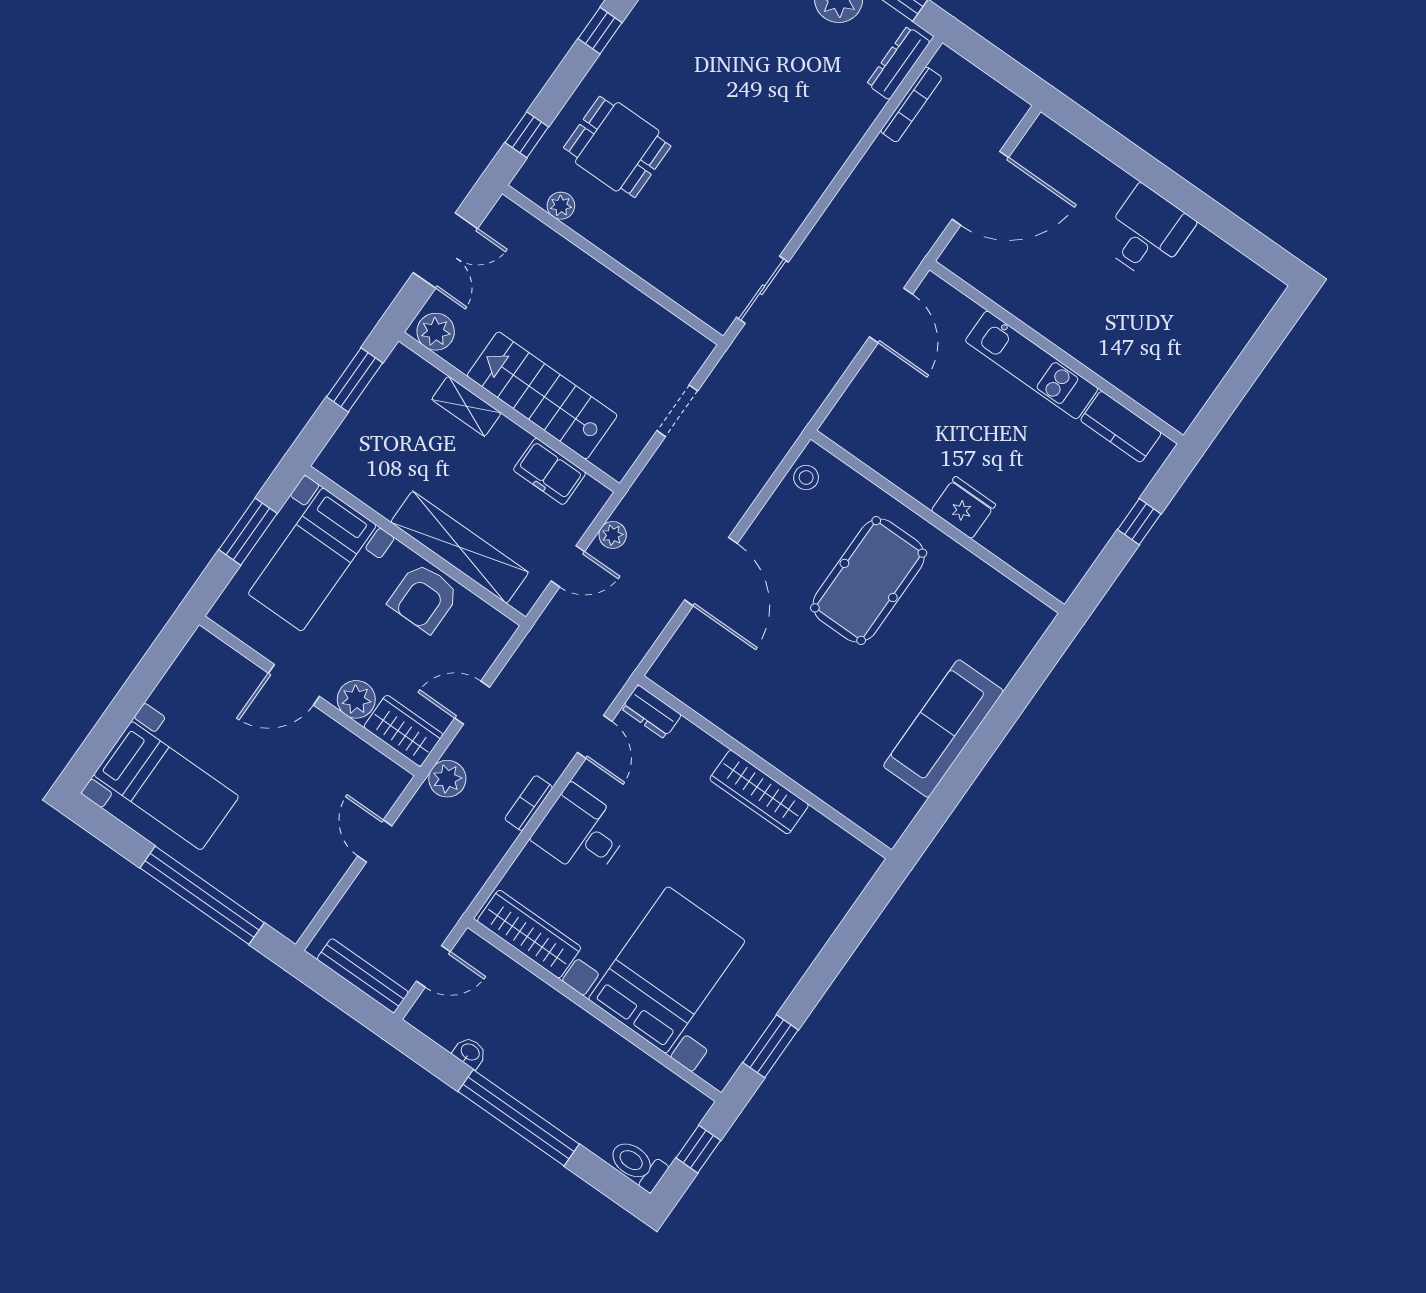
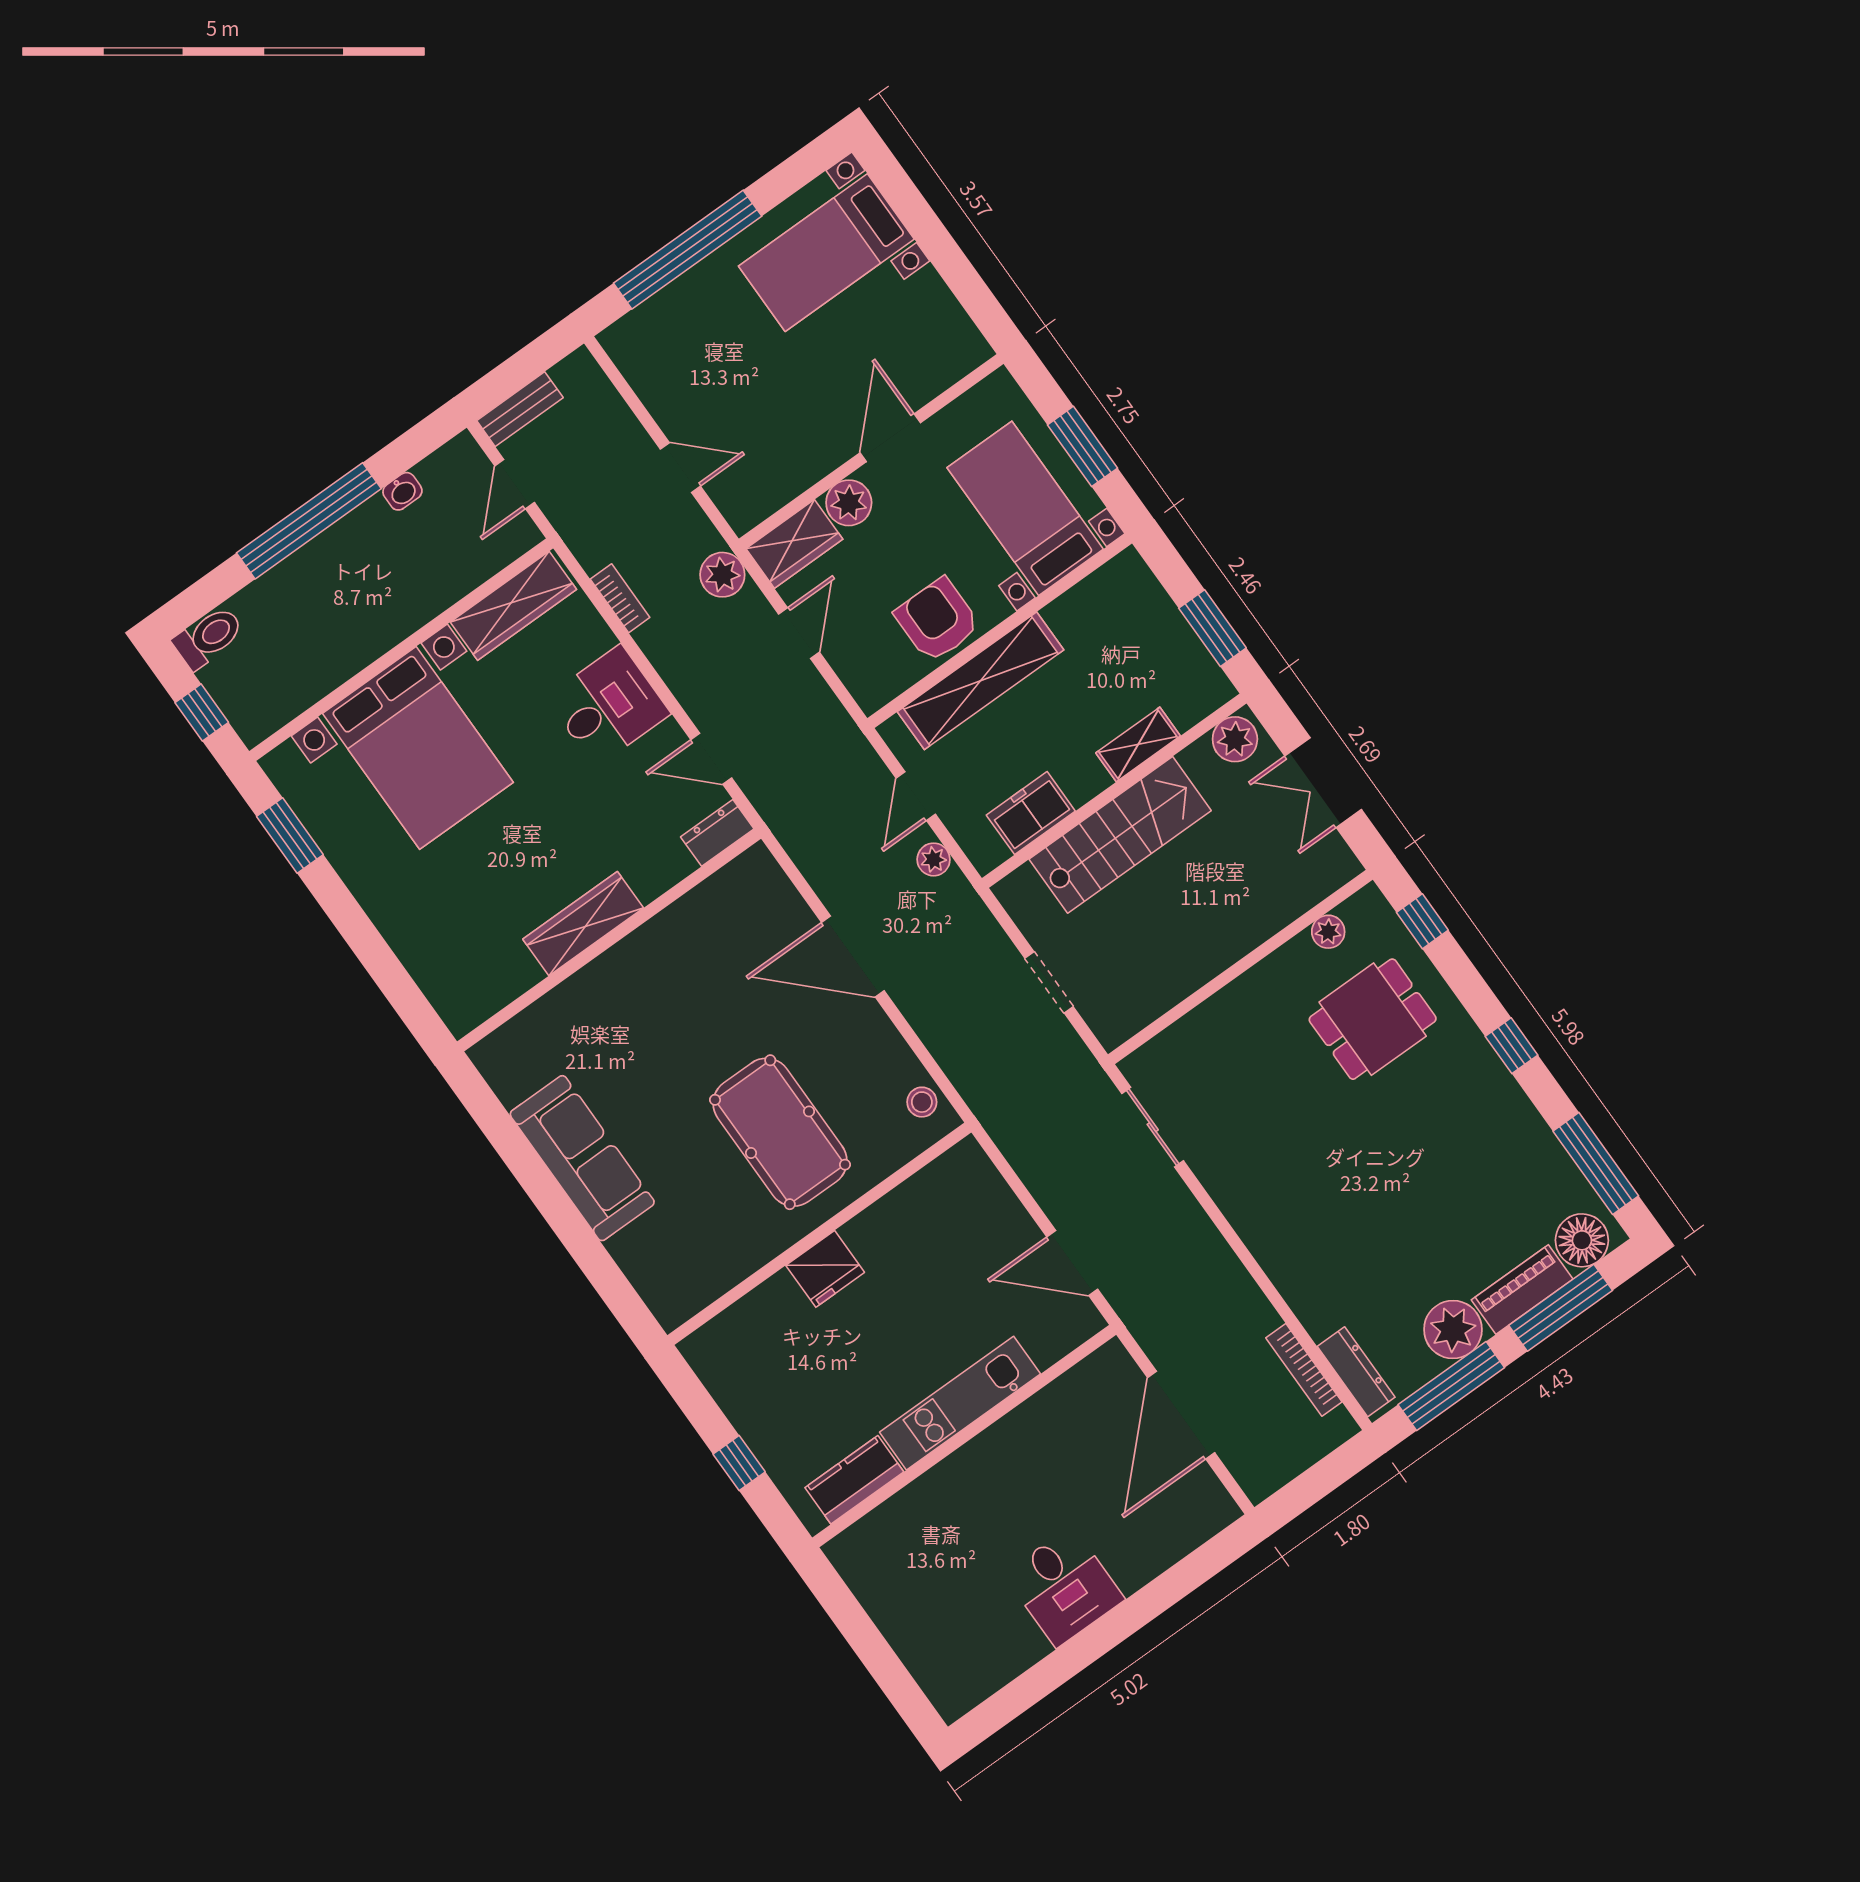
bookcase: (529, 803) -> (620, 598), moved
bench: (363, 976) -> (520, 409), width x0.73

